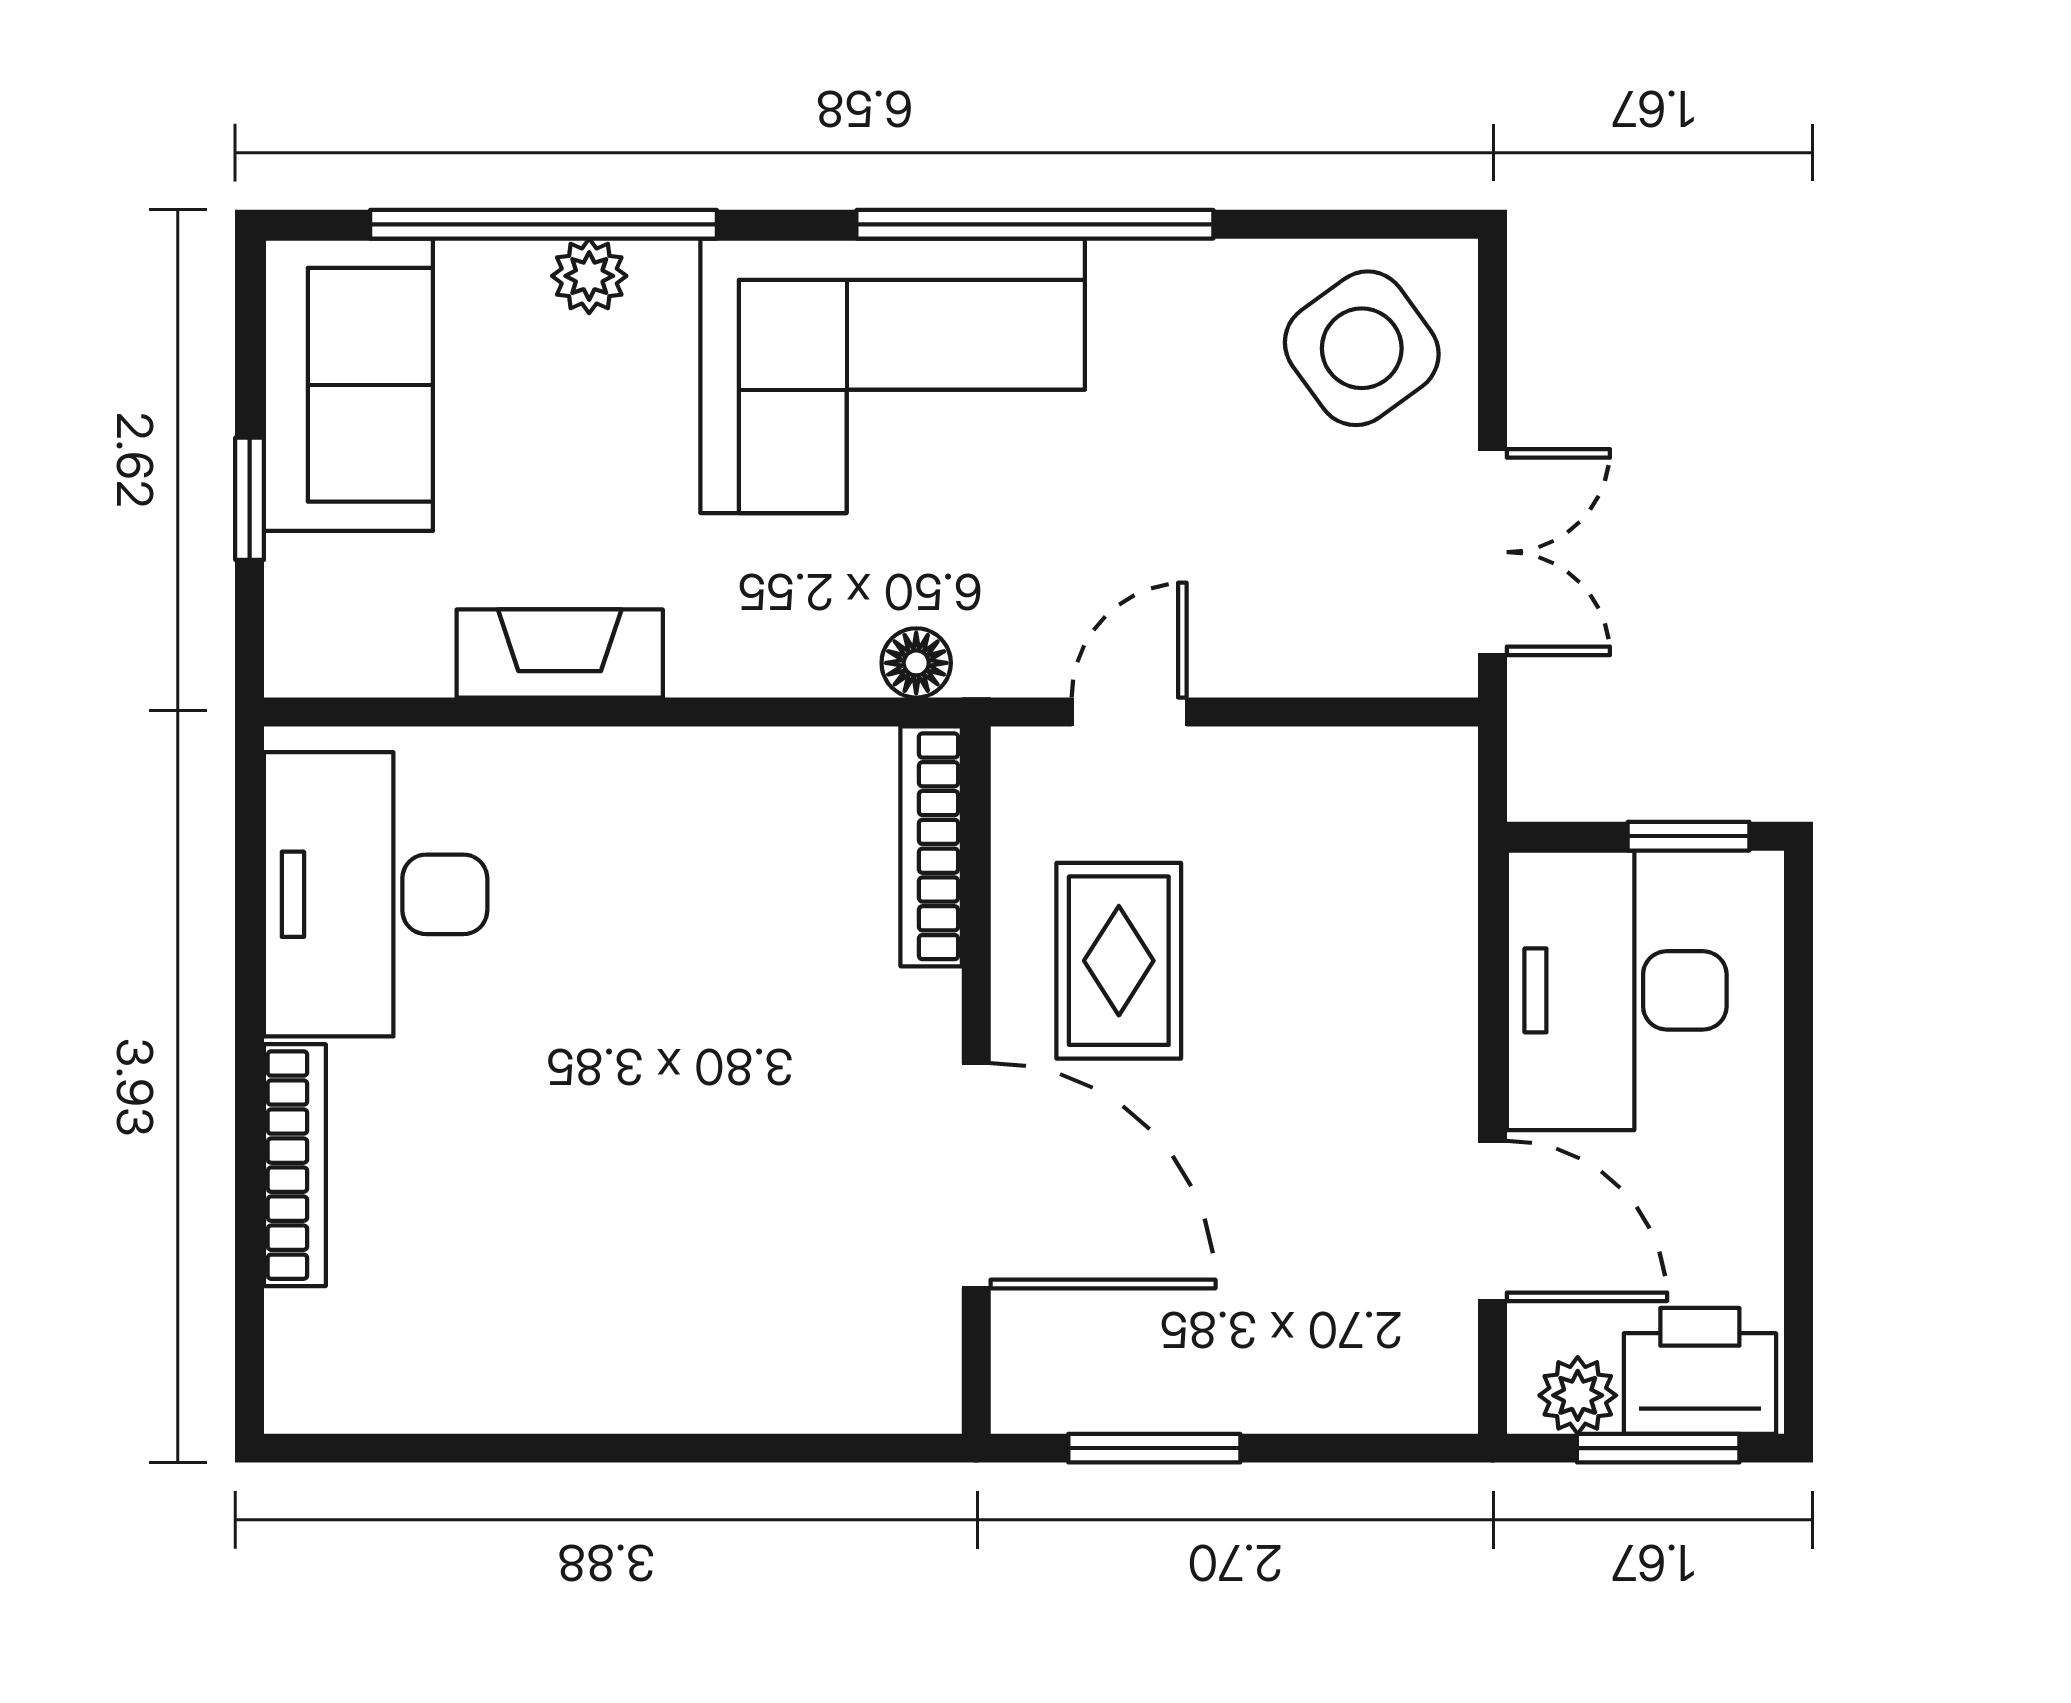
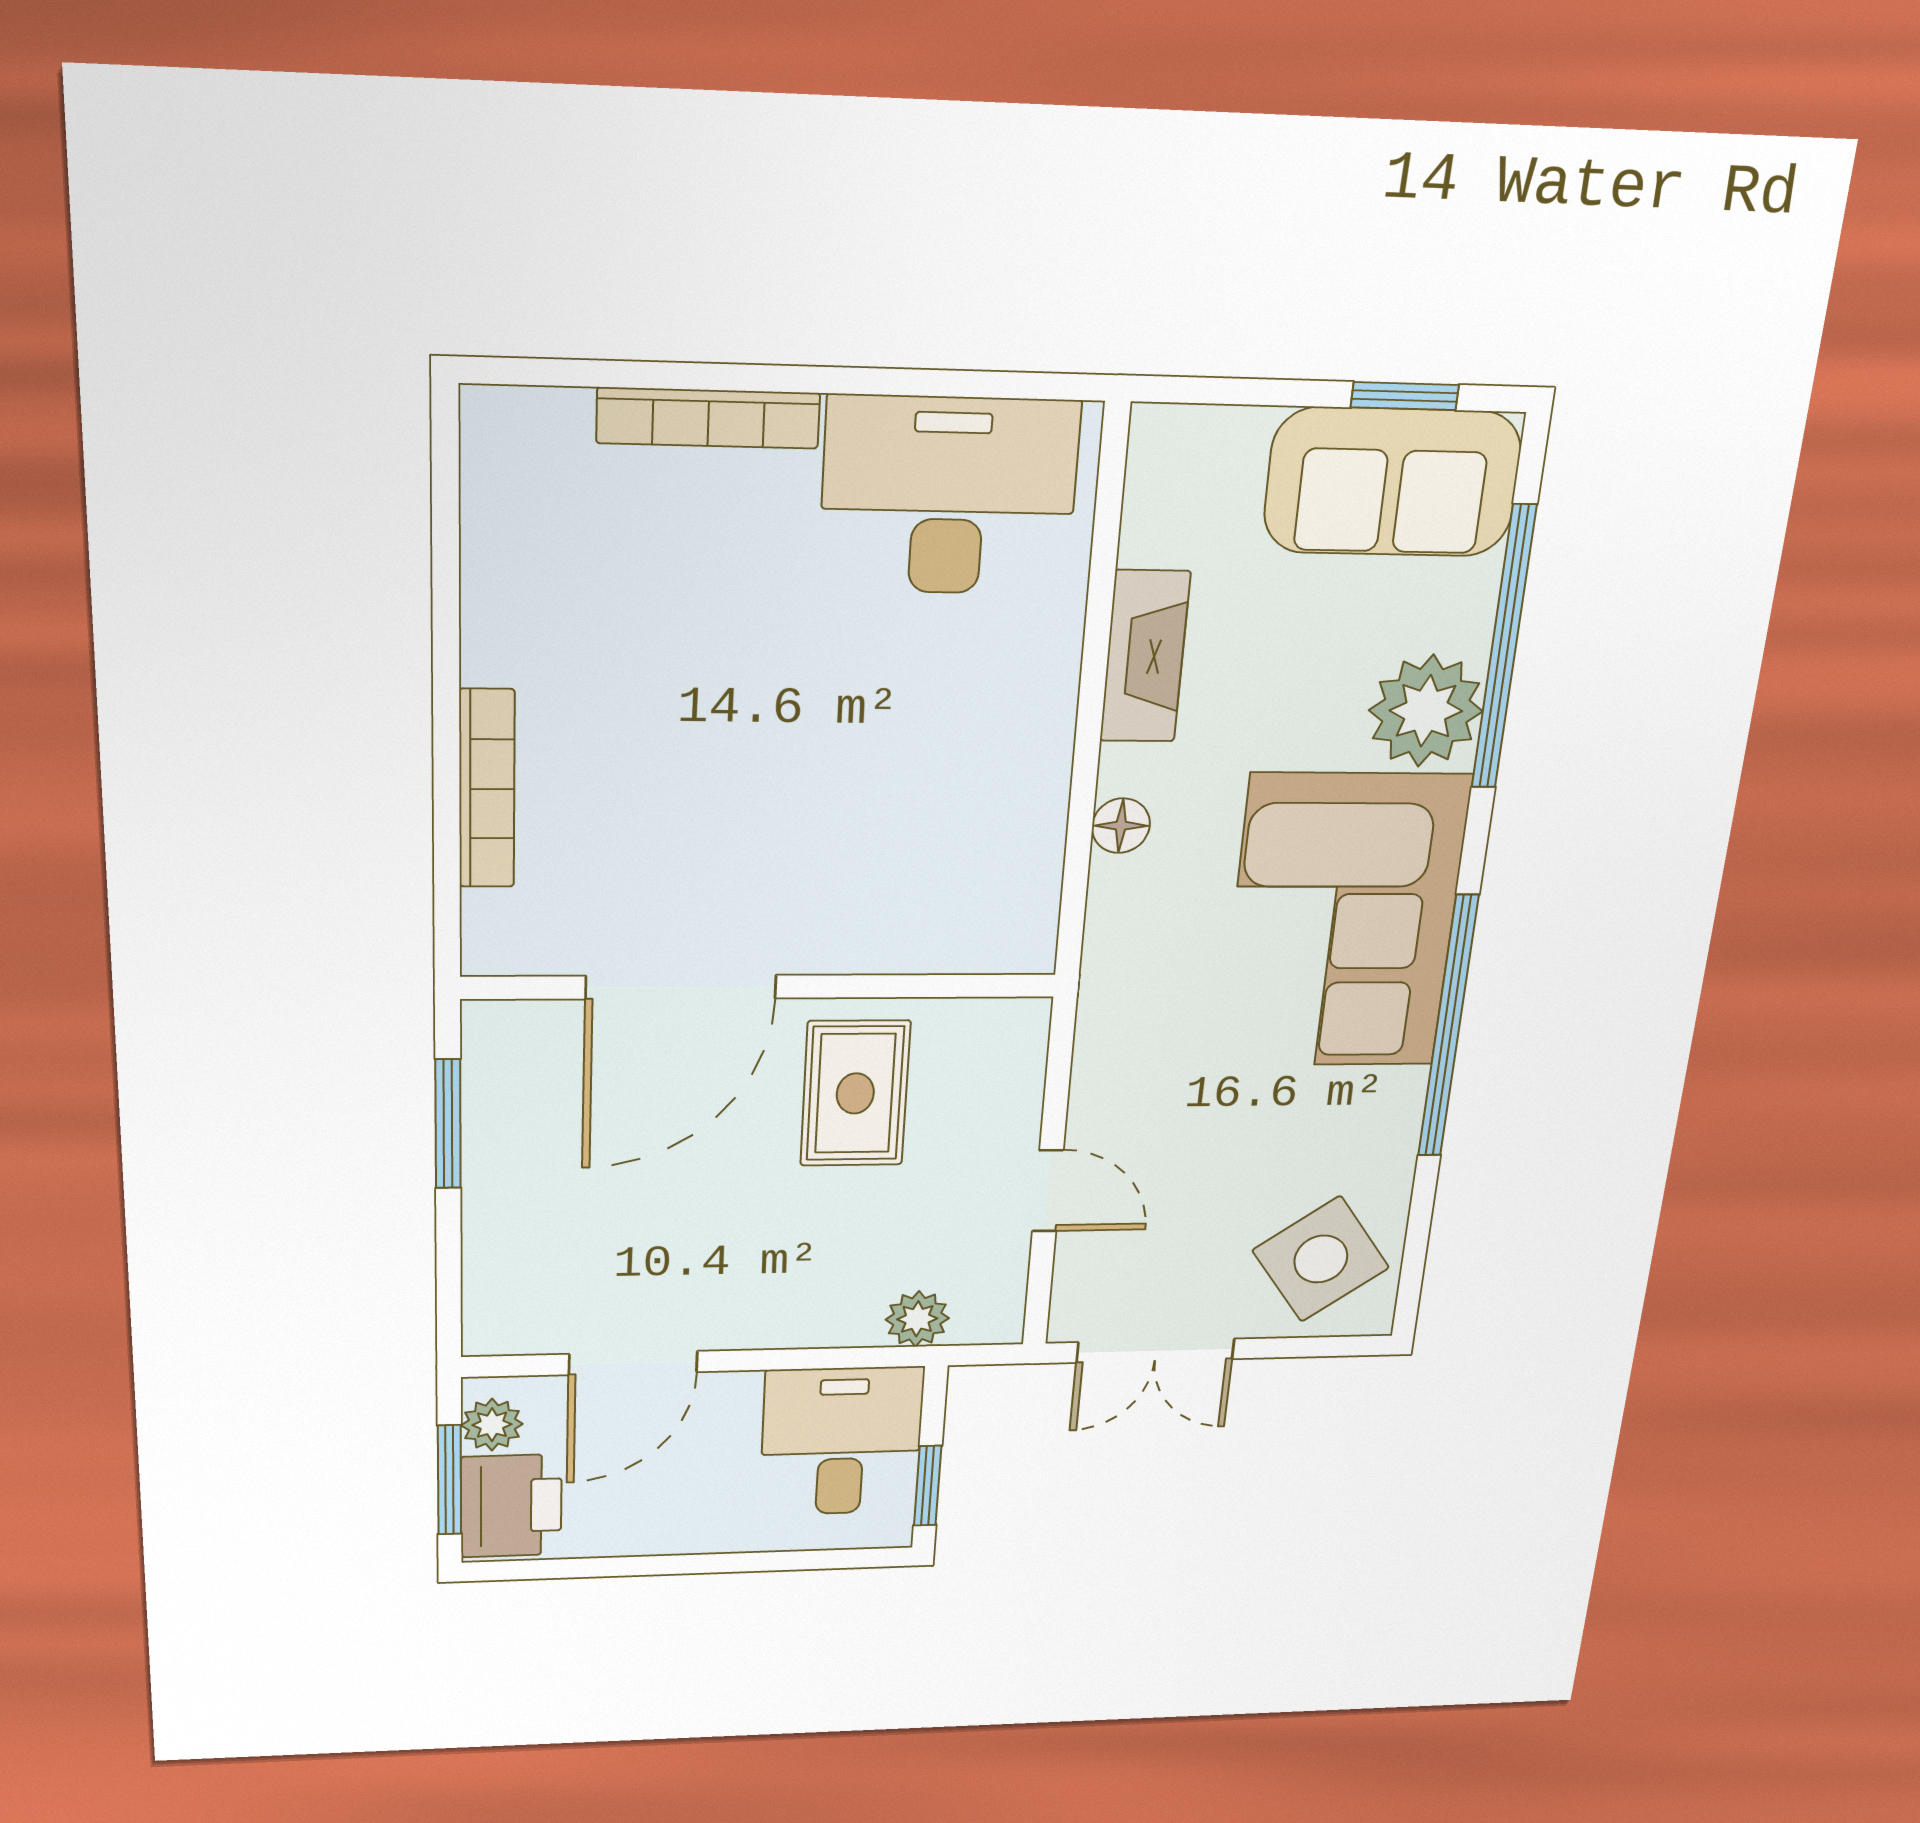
plant: (589, 276) -> (1426, 711), width x1.88, depth x1.88
window: (250, 499) -> (1405, 396), moved
floor lamp: (916, 663) -> (1121, 826), moved
door: (1129, 712) -> (1048, 1191), moved
bookcase: (931, 846) -> (487, 789), moved, turned 90
plant: (1437, 865) -> (917, 1319), added
rug: (1119, 961) -> (855, 1093), turned 90
desk: (1617, 990) -> (841, 1441), width x0.73

